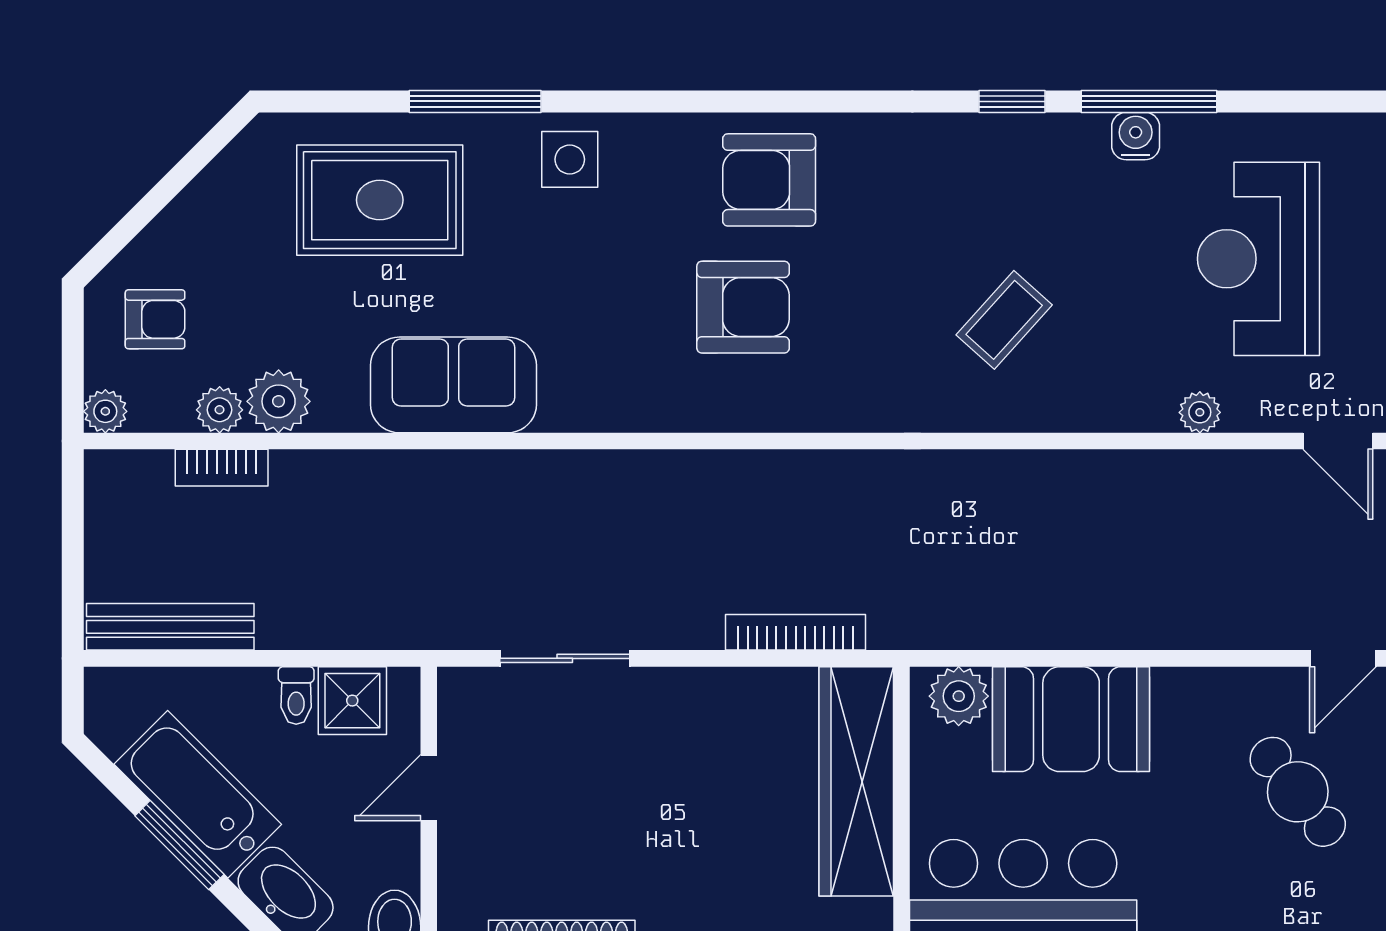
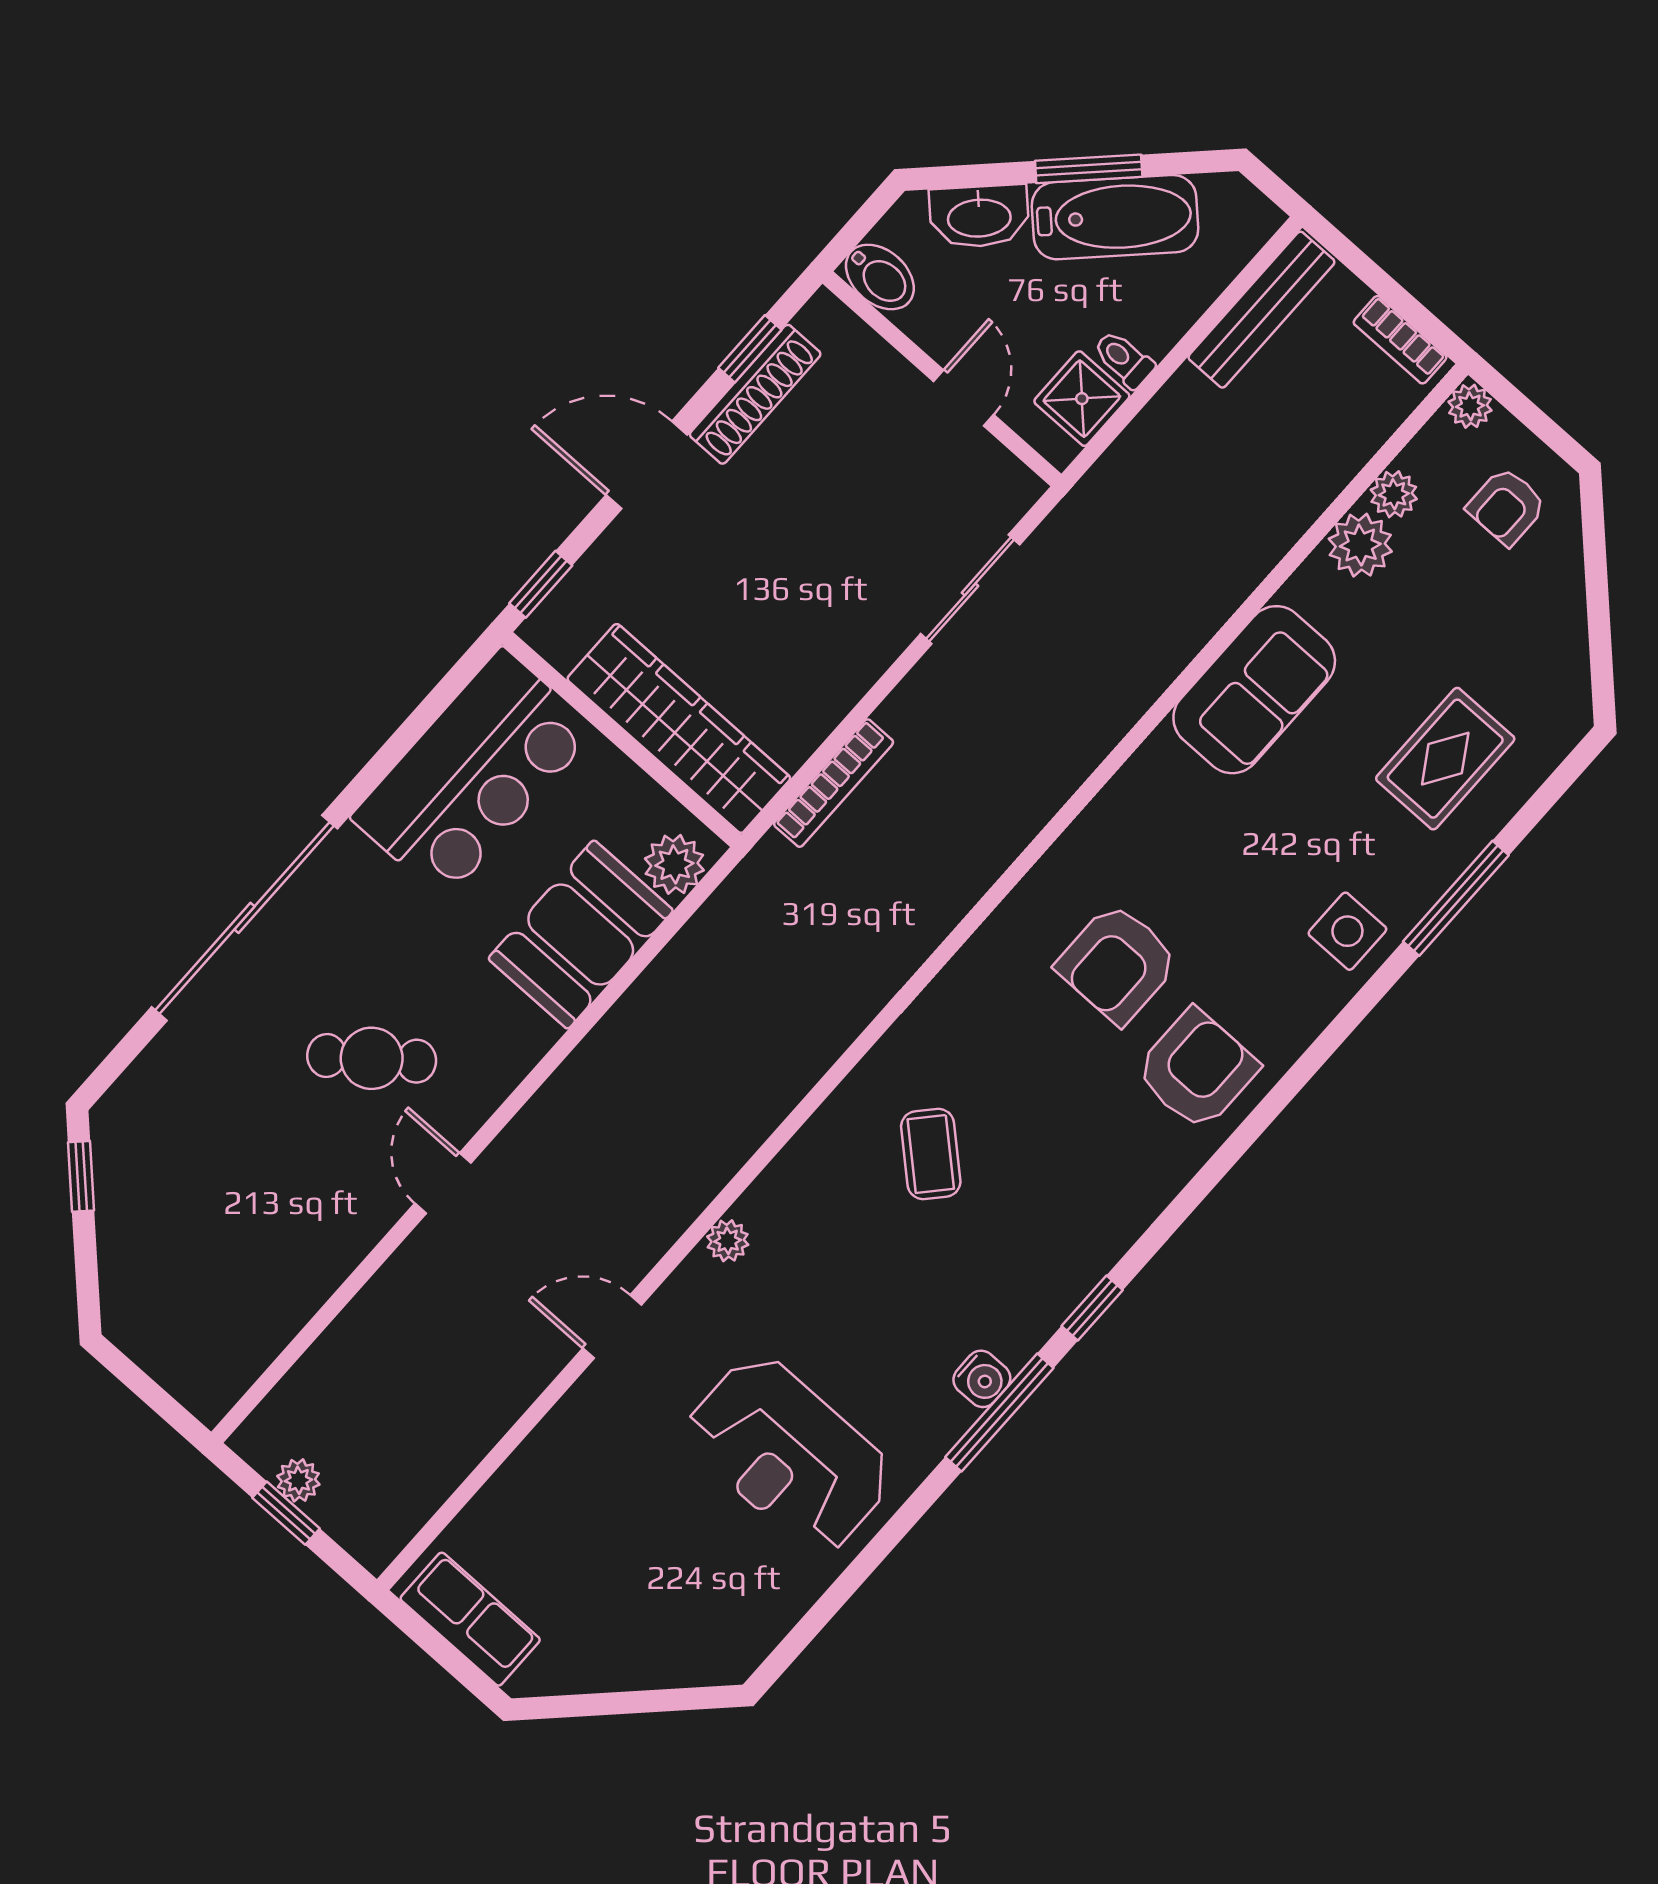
rug: (380, 200) -> (1445, 759), width x0.73, depth x0.70
reception desk: (1258, 259) -> (789, 1454), moved, turned 180
bookcase: (222, 468) -> (1400, 340), moved, turned -90

